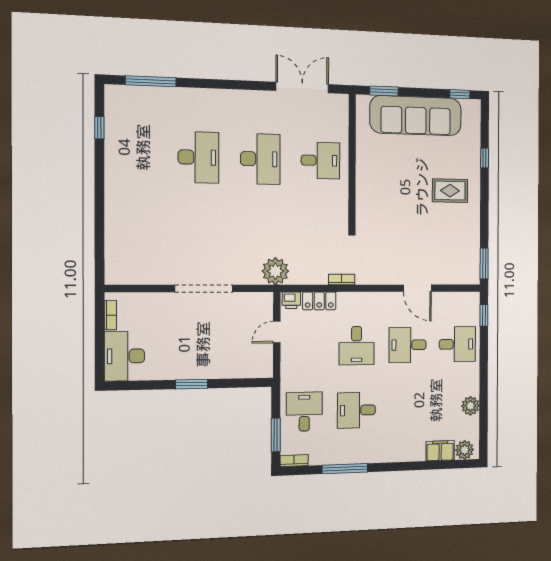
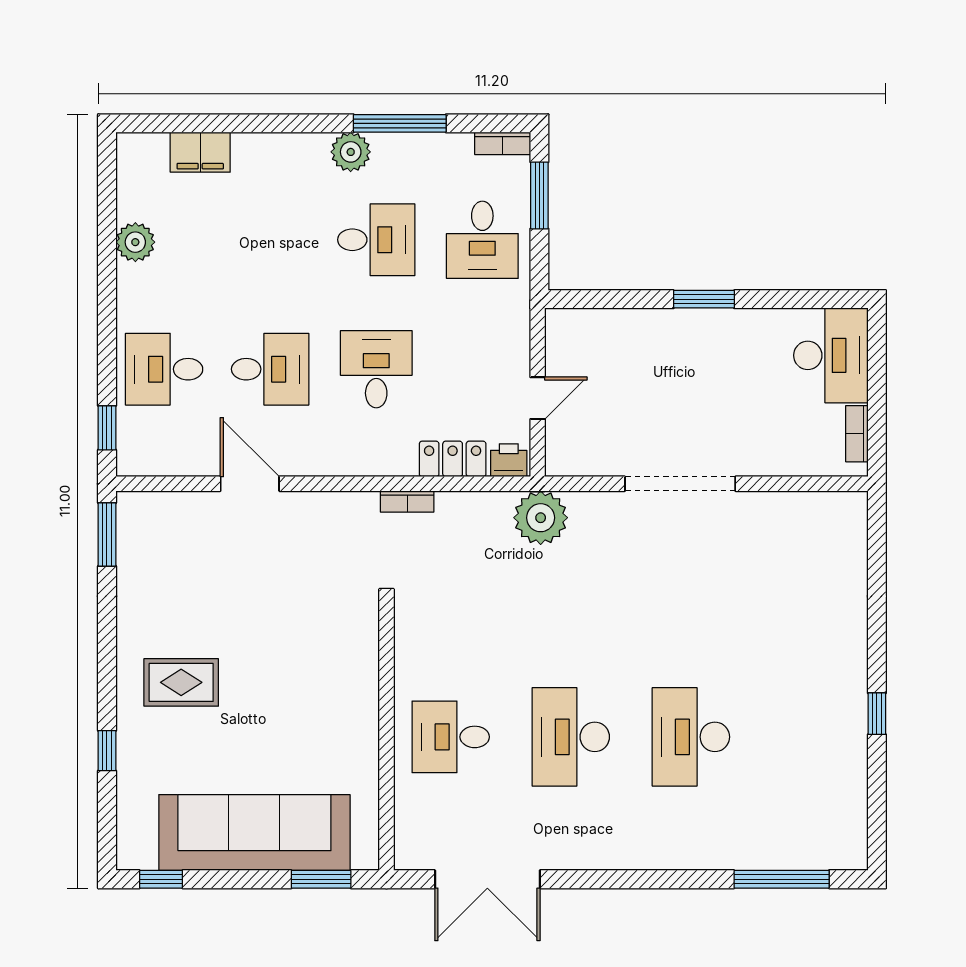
window: (99, 128) -> (877, 714), moved
plant: (465, 450) -> (351, 152), moved

